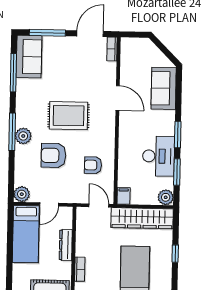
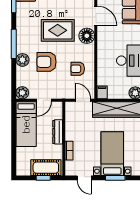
floor lamp: (105, 123) -> (87, 36), added
plant: (23, 136) -> (22, 60), moved

